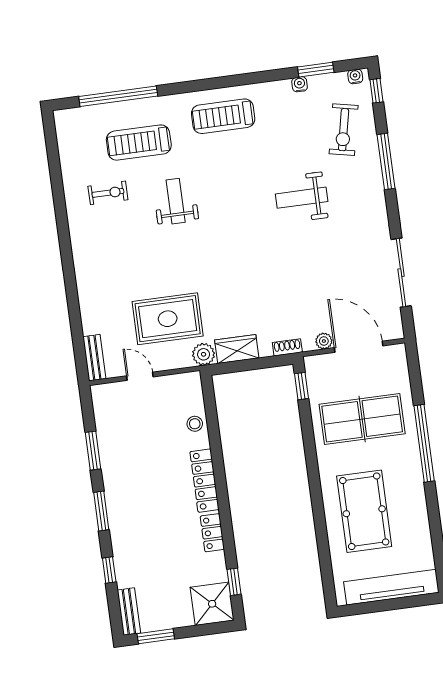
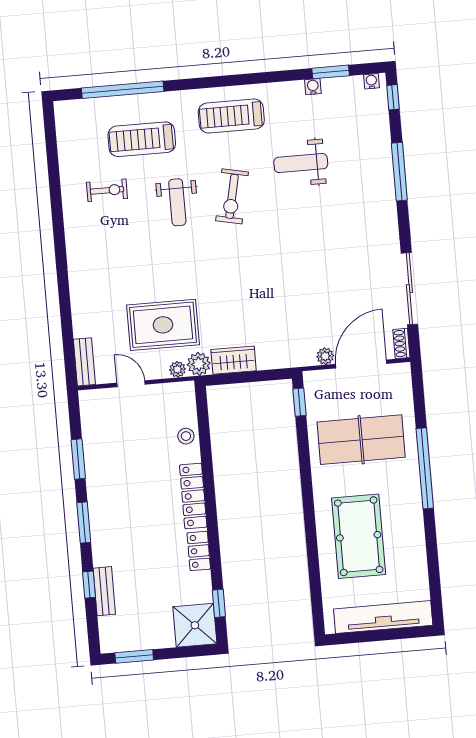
exercise bike: (344, 130) -> (232, 196), moved
weight bench: (302, 198) -> (301, 163), moved
weight bench: (176, 201) -> (177, 202), turned 180
shoe rack: (287, 347) -> (401, 343), moved, turned -90
door: (359, 347) -> (361, 364), hinge flipped
plant: (184, 360) -> (177, 369), added
bench: (129, 612) -> (104, 591), moved

